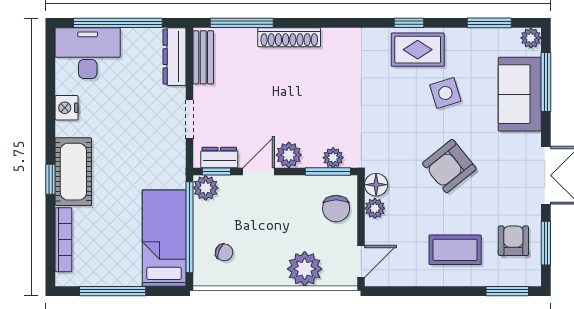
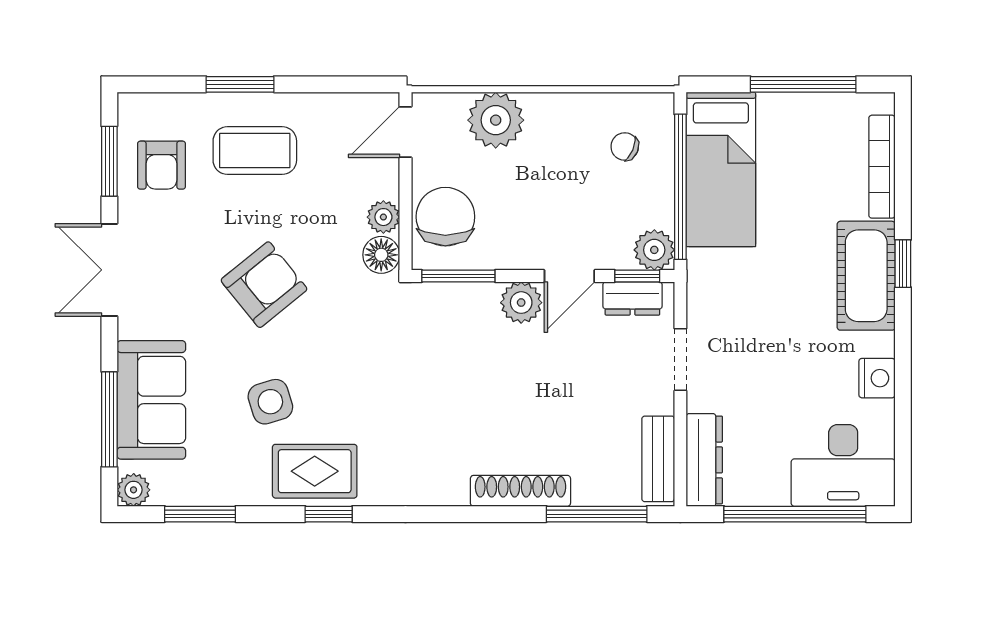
plant: (333, 158) -> (450, 298), removed
chair: (336, 209) -> (445, 217), width x1.37, depth x1.37
window: (507, 291) -> (240, 84), moved

